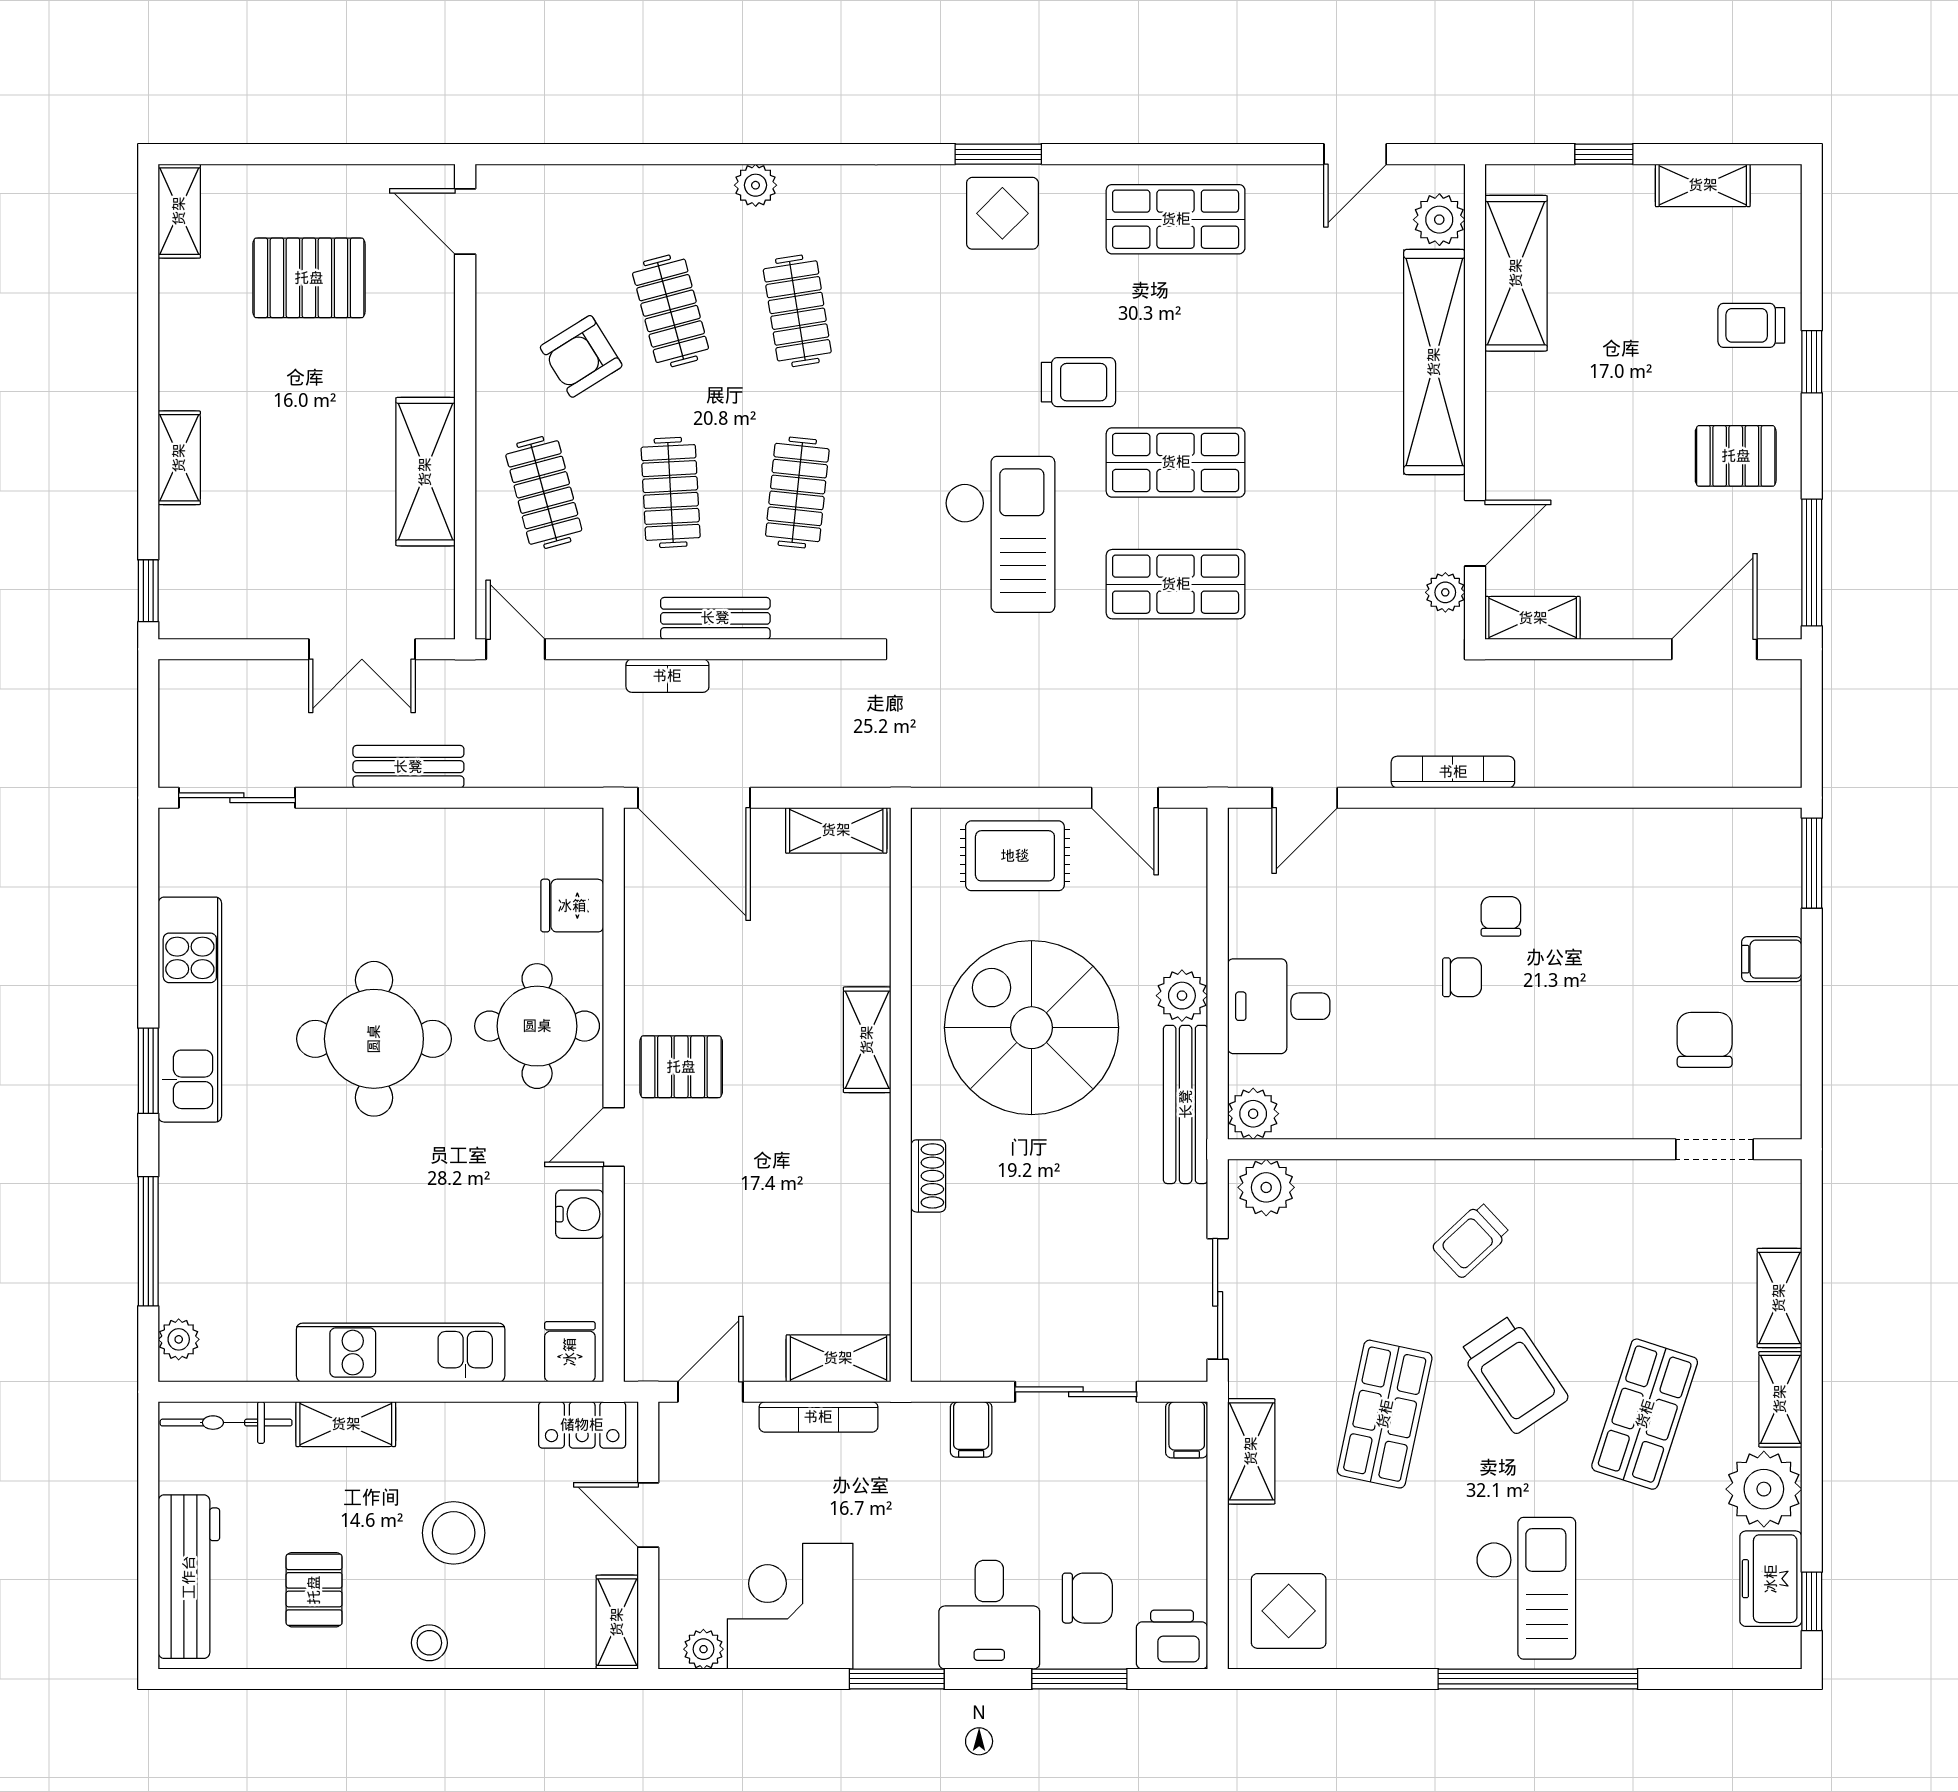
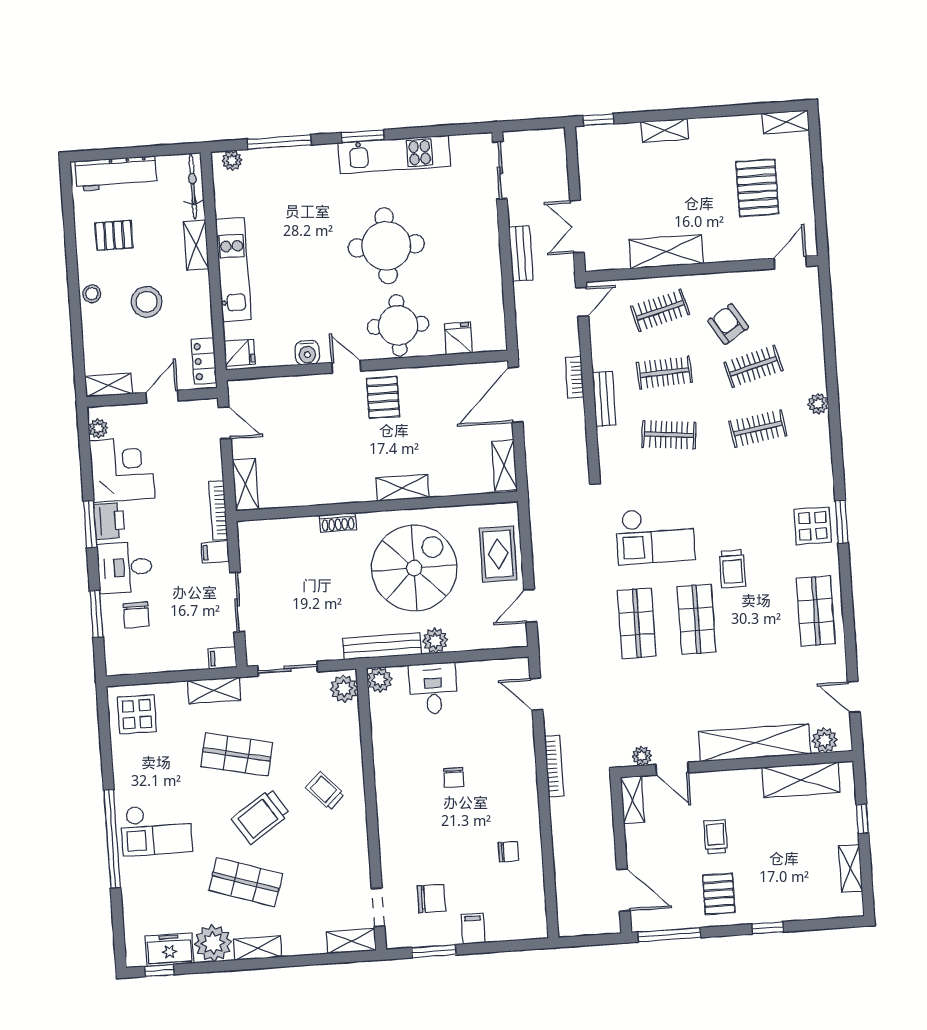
trolley: (1751, 325) -> (715, 837), moved
window: (1812, 863) -> (434, 951), moved
chair: (1501, 916) -> (508, 852), moved
shelving: (1779, 1298) -> (351, 941), moved
bookcase: (818, 1417) -> (218, 510), moved
printer: (1172, 1640) -> (109, 521), moved

